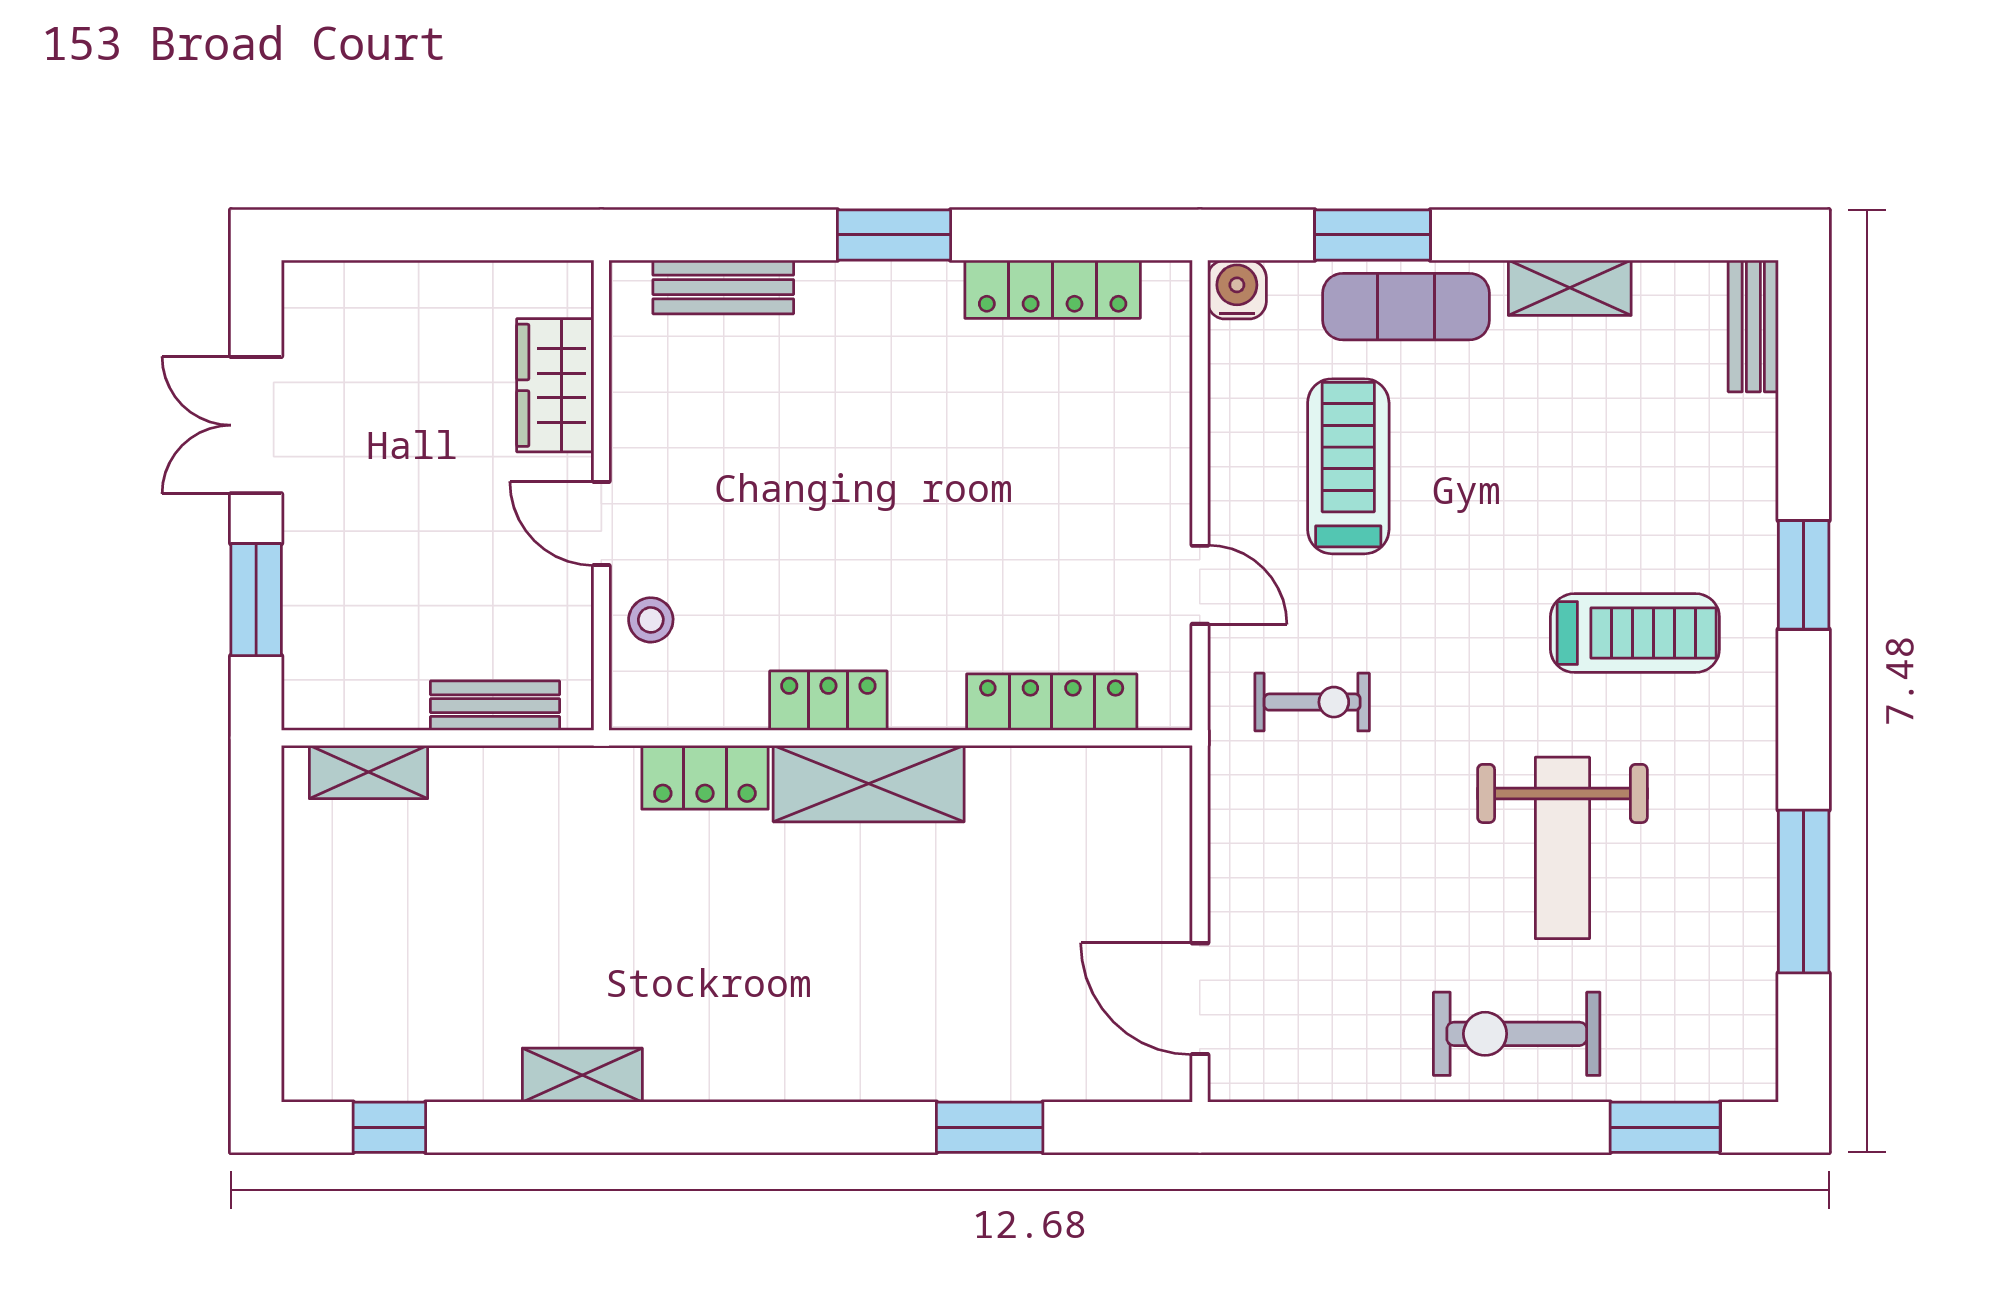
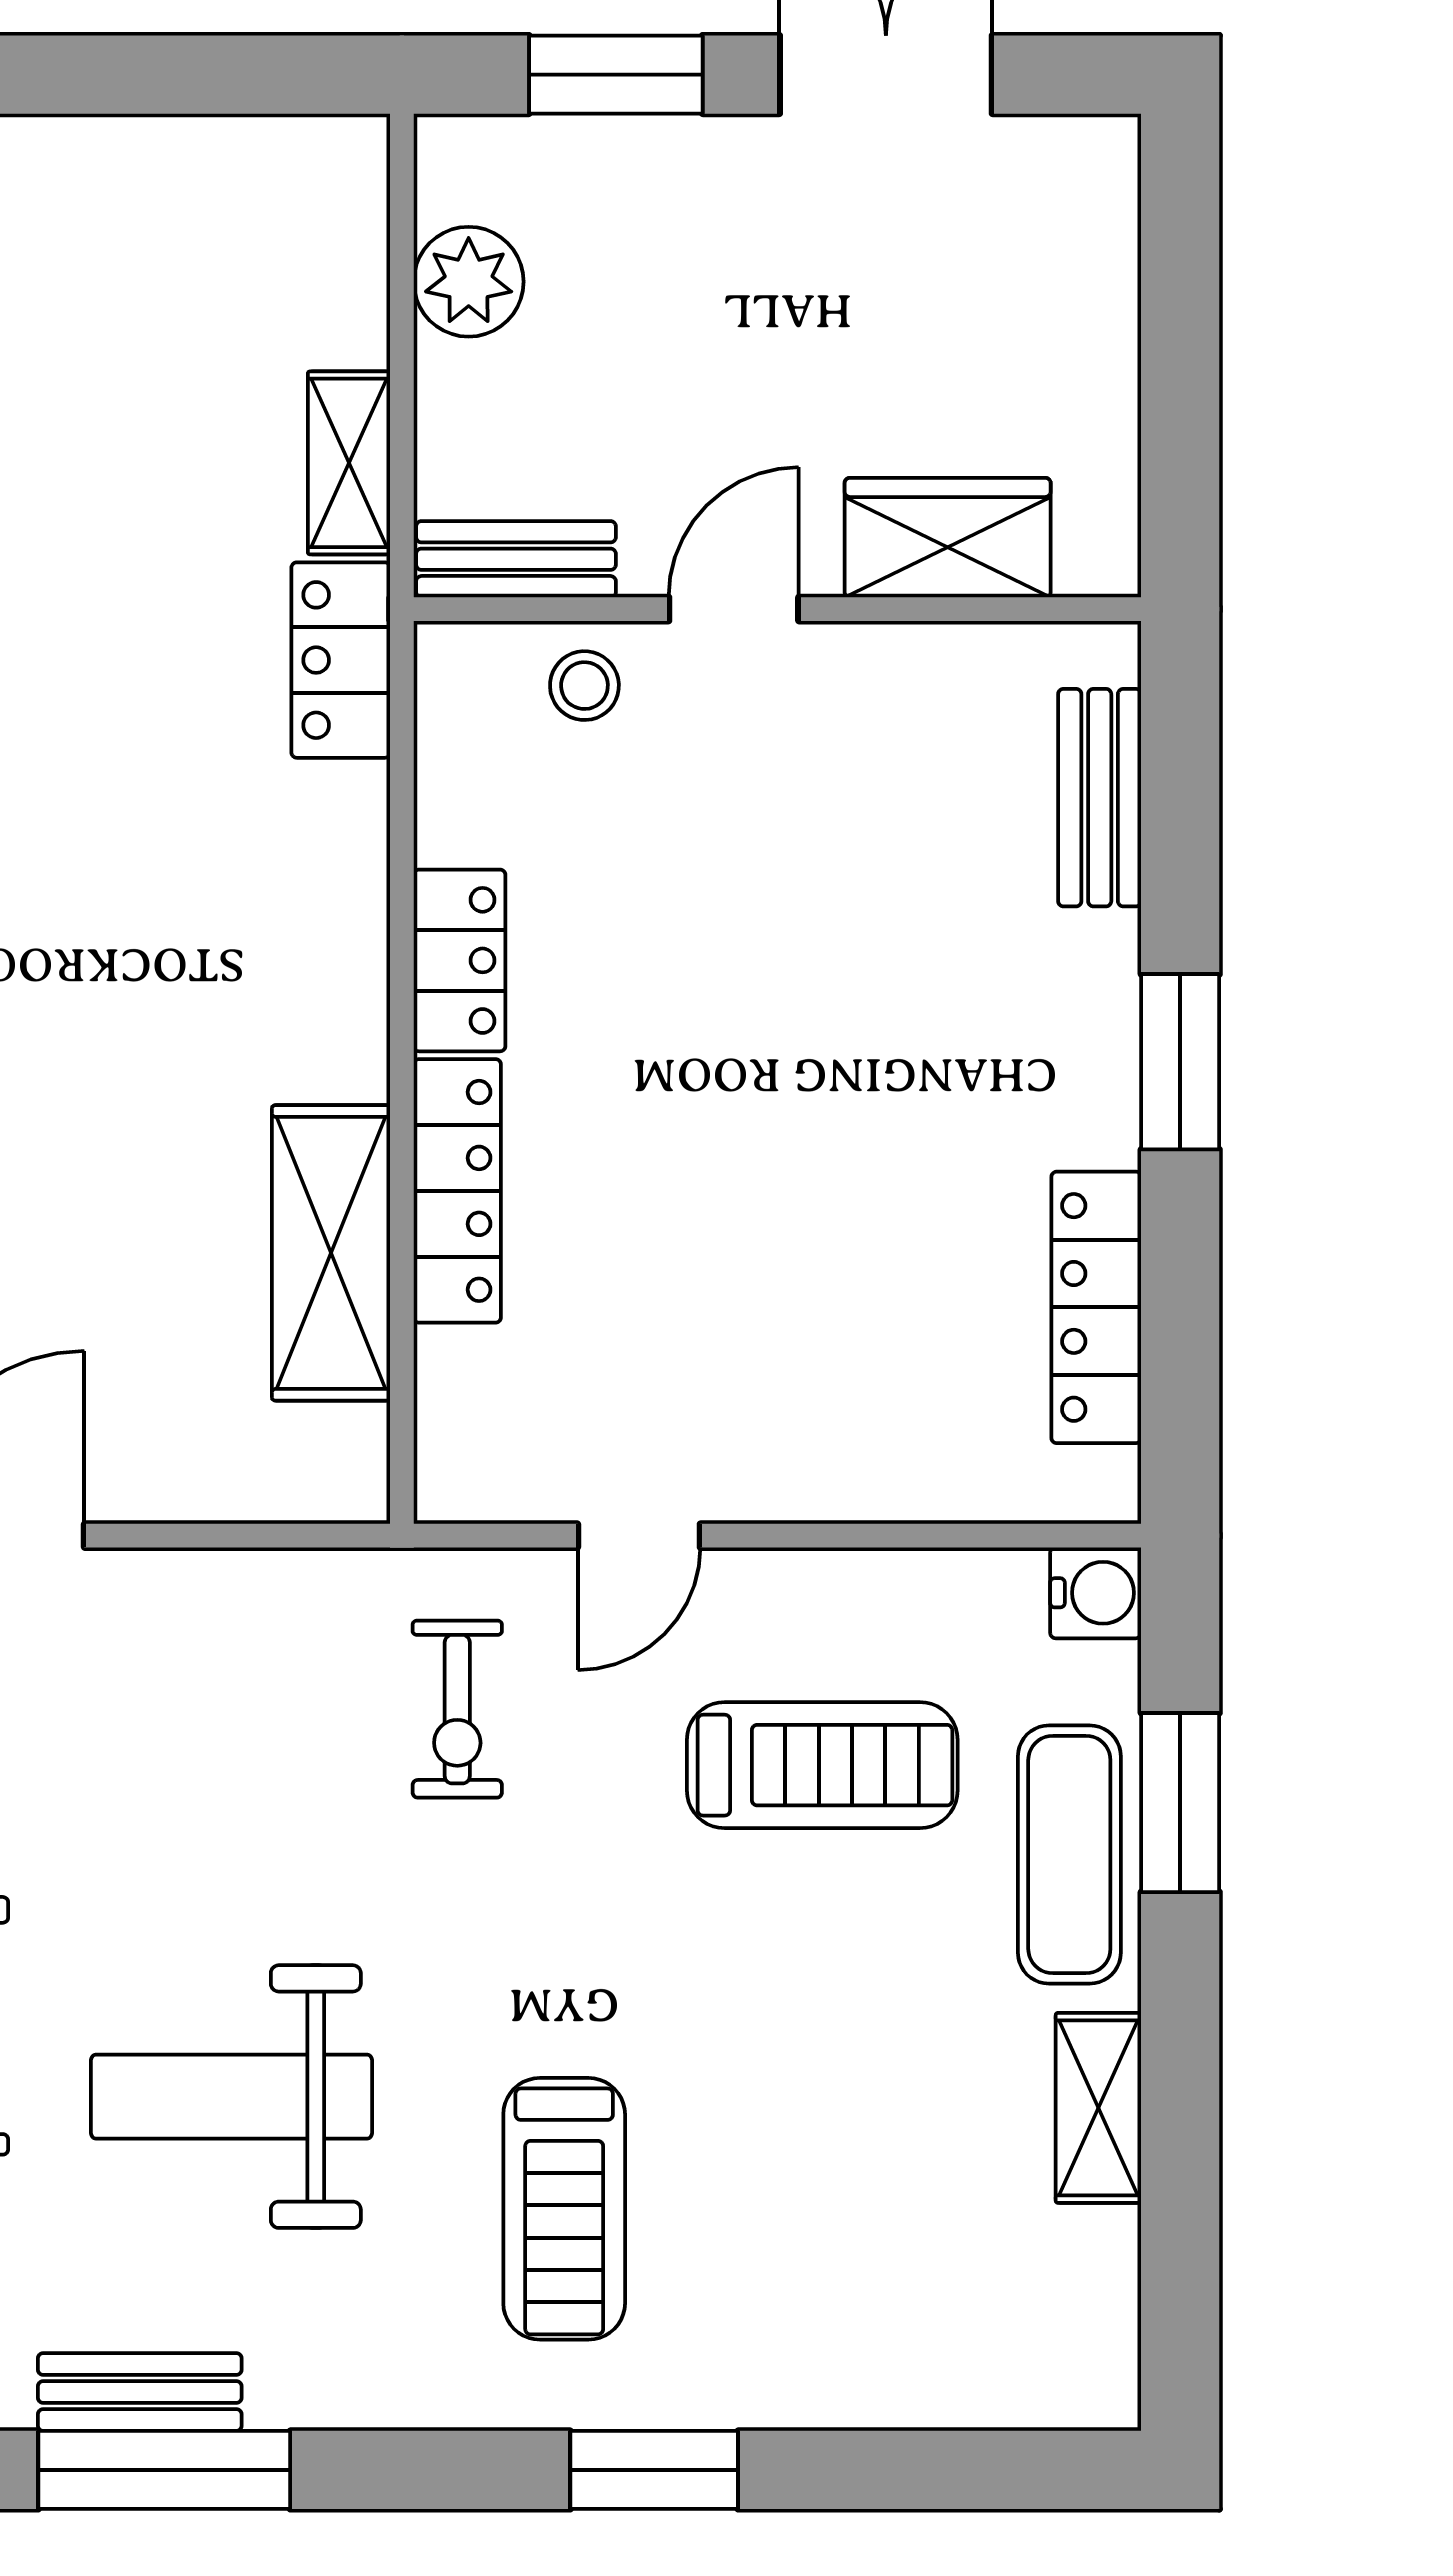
bench: (1753, 326) -> (140, 2392), moved
plant: (390, 695) -> (469, 282), added
locker: (1052, 702) -> (457, 1191), moved
bench: (495, 706) -> (516, 559), moved, turned 90
shelving: (368, 772) -> (349, 463), moved
locker: (705, 777) -> (341, 660), moved
shelving: (869, 784) -> (331, 1253), moved

